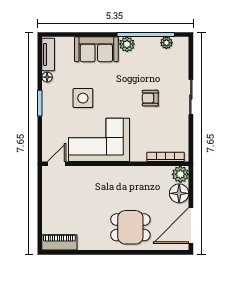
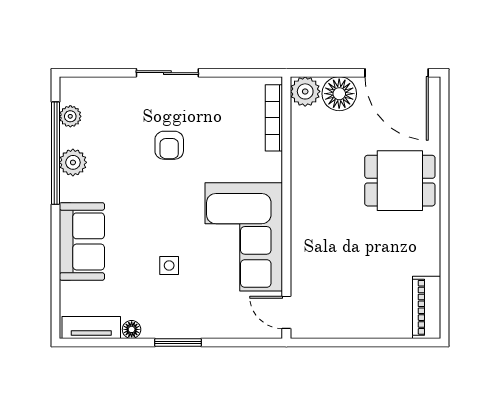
plant: (127, 44) -> (73, 162), moved
side table: (83, 98) -> (169, 265), width x0.54, depth x0.54
dining table: (130, 227) -> (400, 181), turned 90

